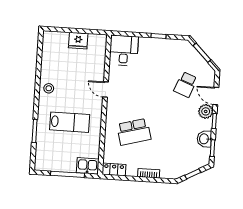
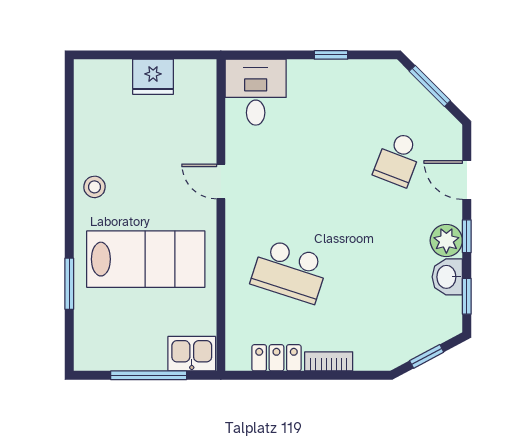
plant: (206, 111) -> (446, 241), moved
lab bench: (70, 122) -> (146, 259), width x1.36, depth x1.39
school desk: (134, 132) -> (290, 271), turned 33
locker: (114, 169) -> (276, 358), moved

